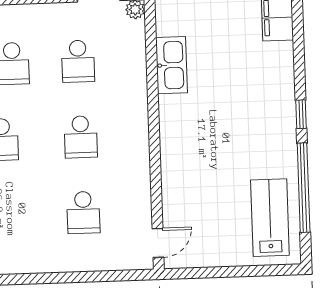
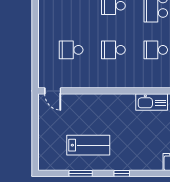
window: (304, 188) -> (81, 173), width x0.47
lab bench: (270, 218) -> (88, 145), moved

